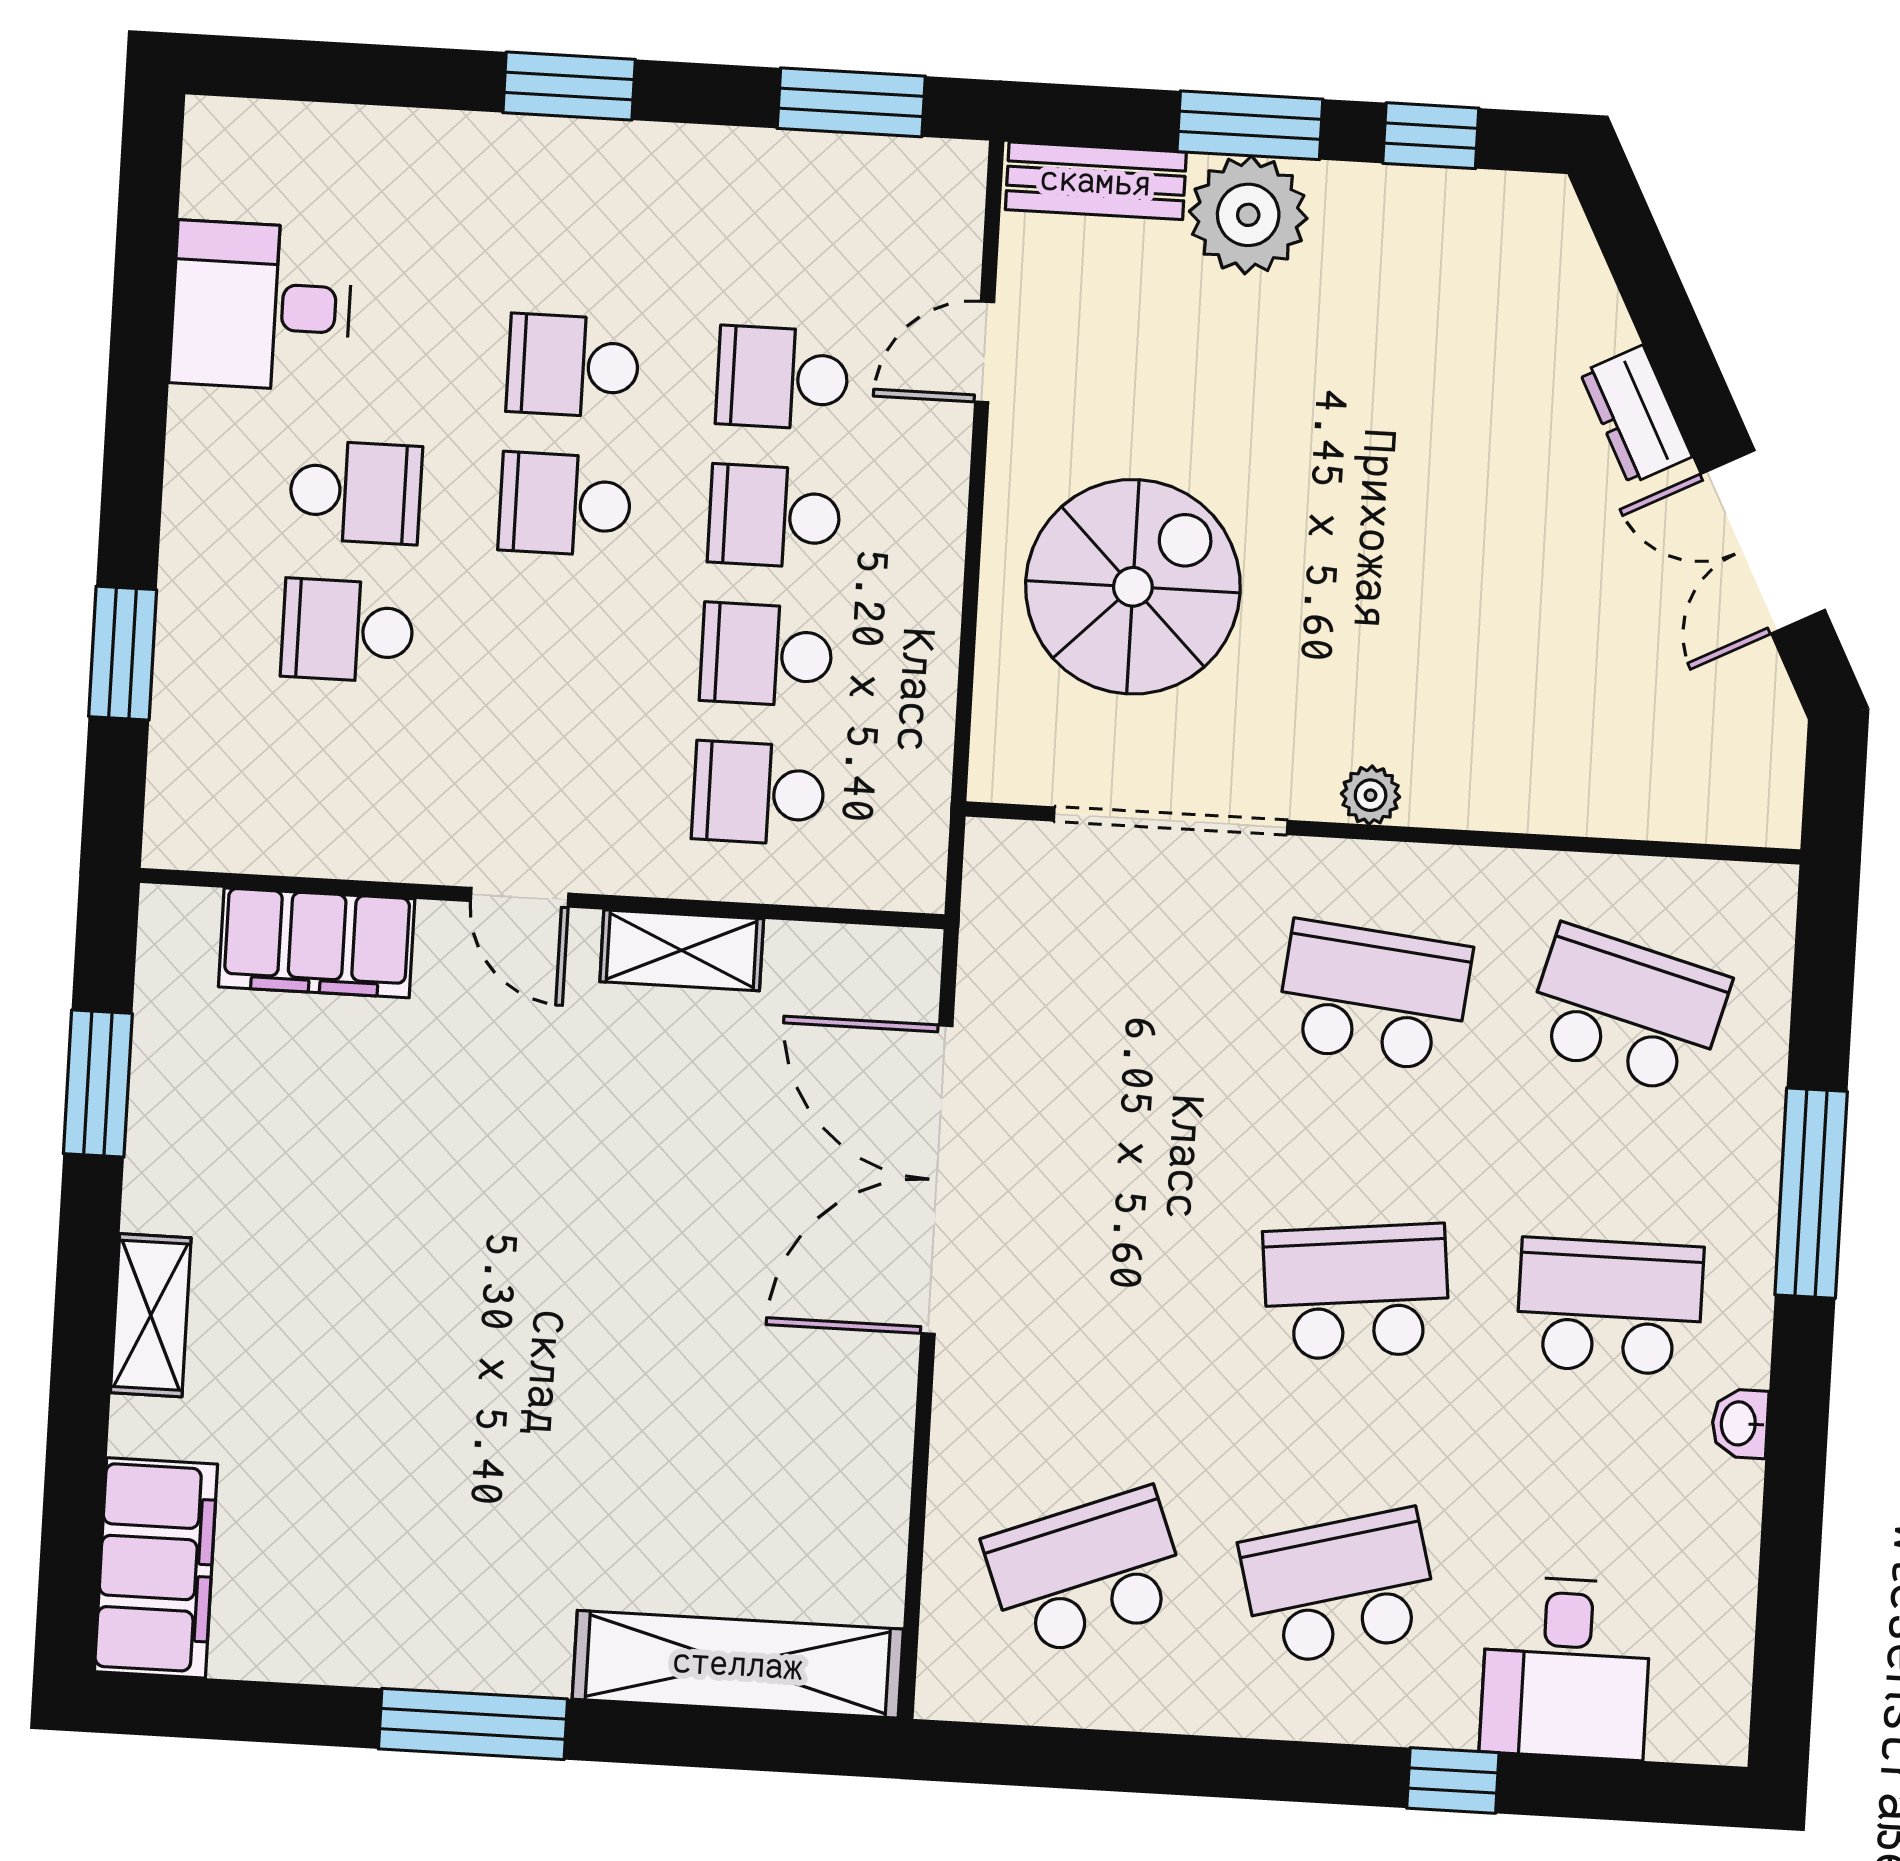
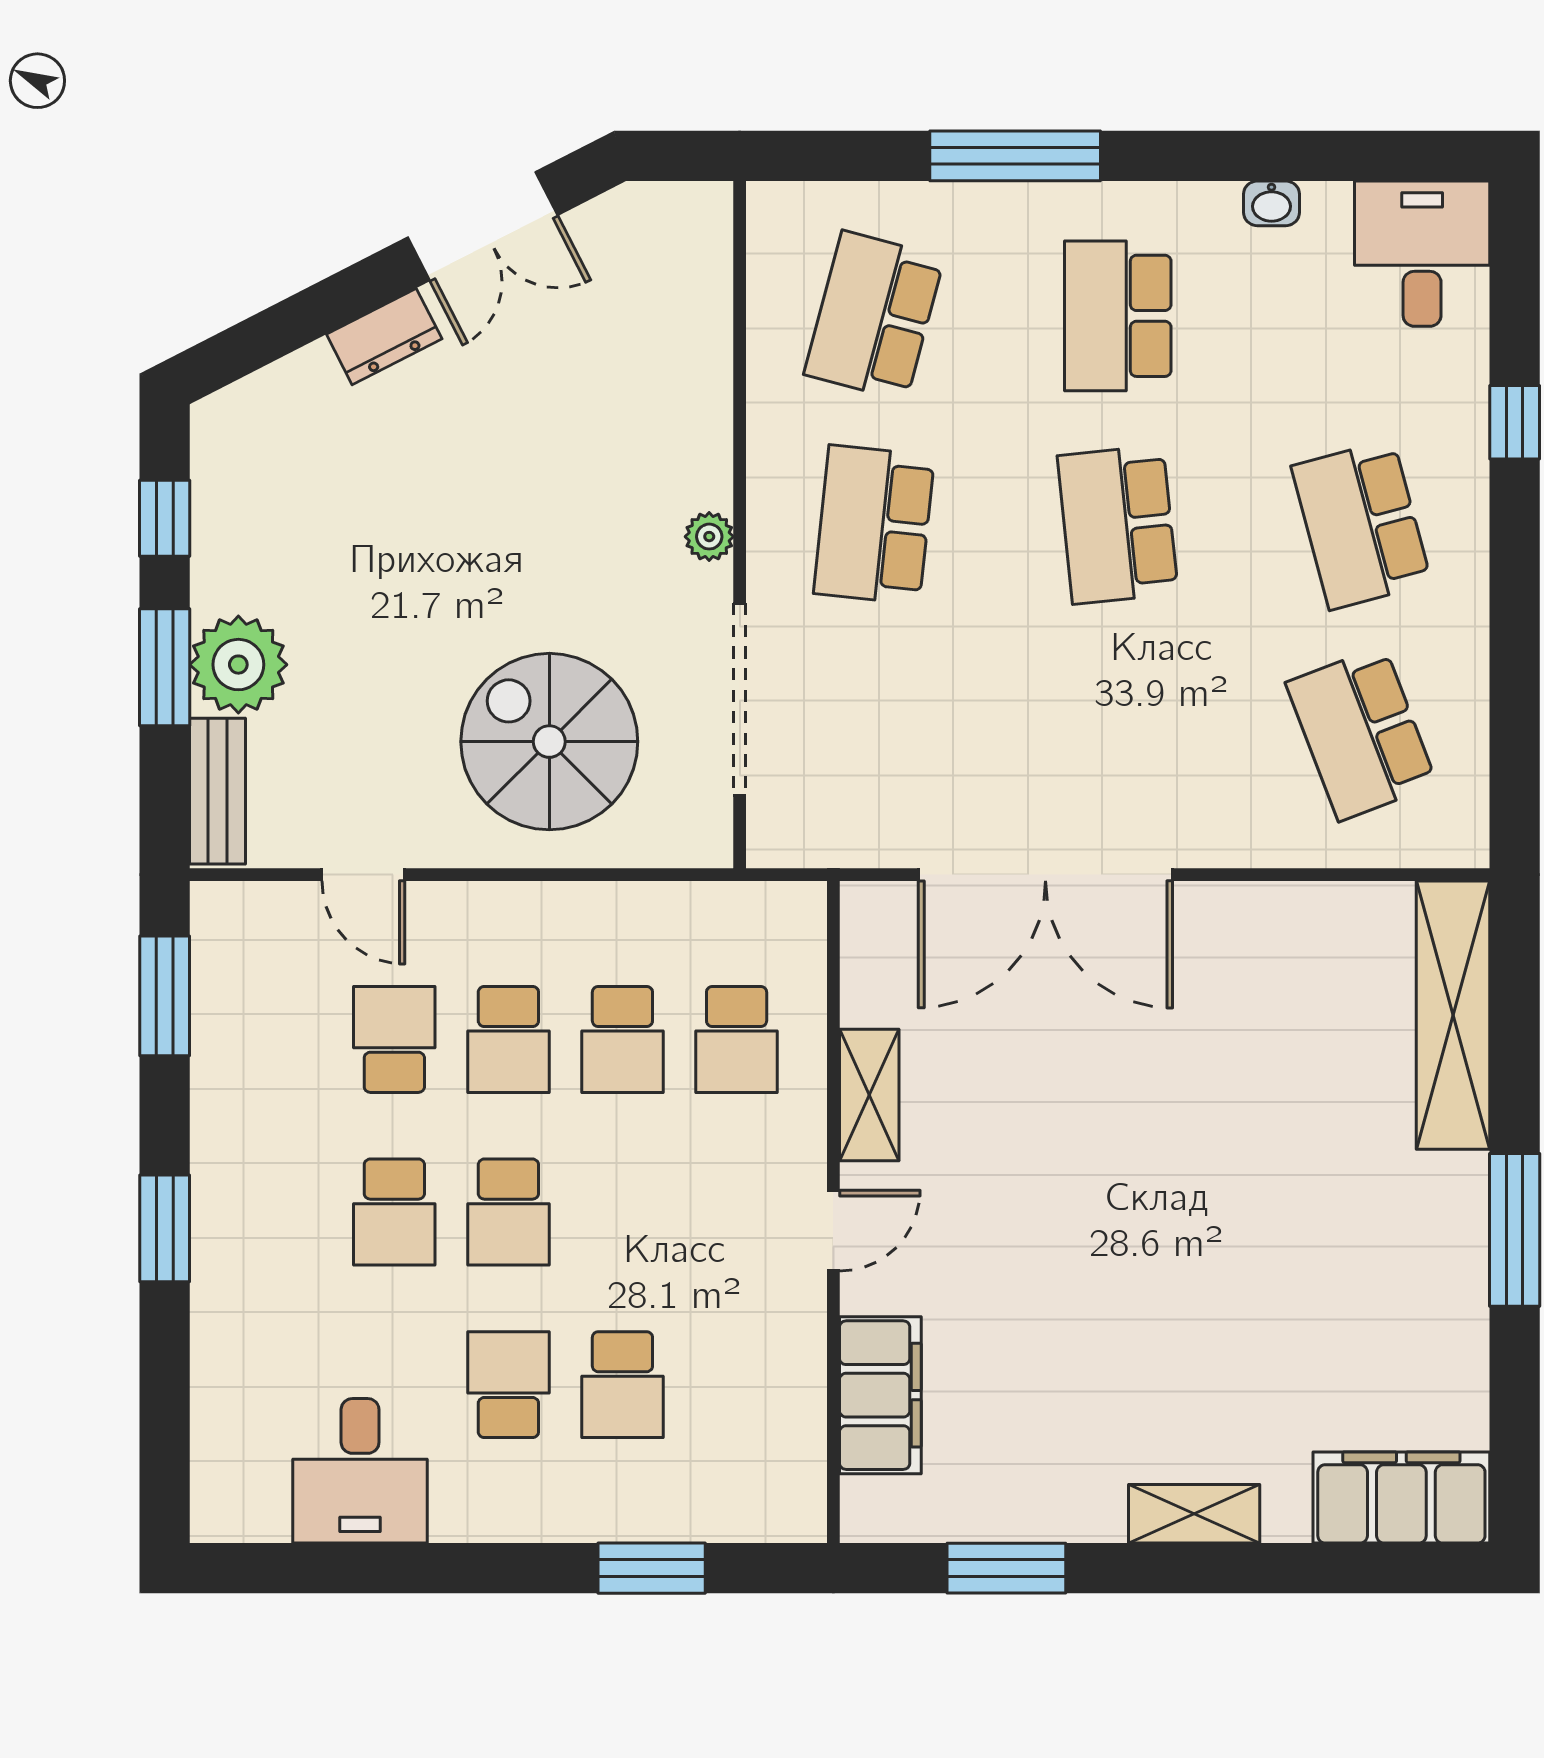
school desk: (782, 378) -> (394, 1039), turned 180
washbasin: (1740, 1424) -> (1271, 203), moved
desk: (1566, 1668) -> (1422, 254), moved, turned -90

